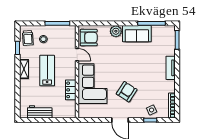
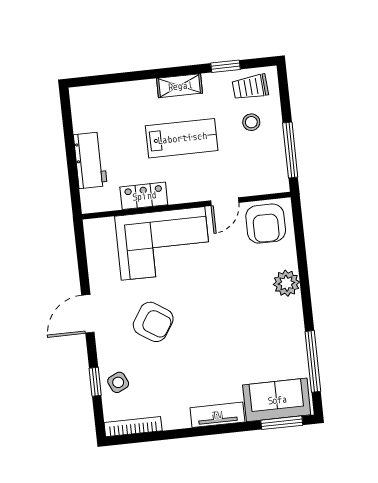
sofa: (137, 34) -> (277, 400), moved, turned 90
workbench: (40, 112) -> (90, 160), moved

